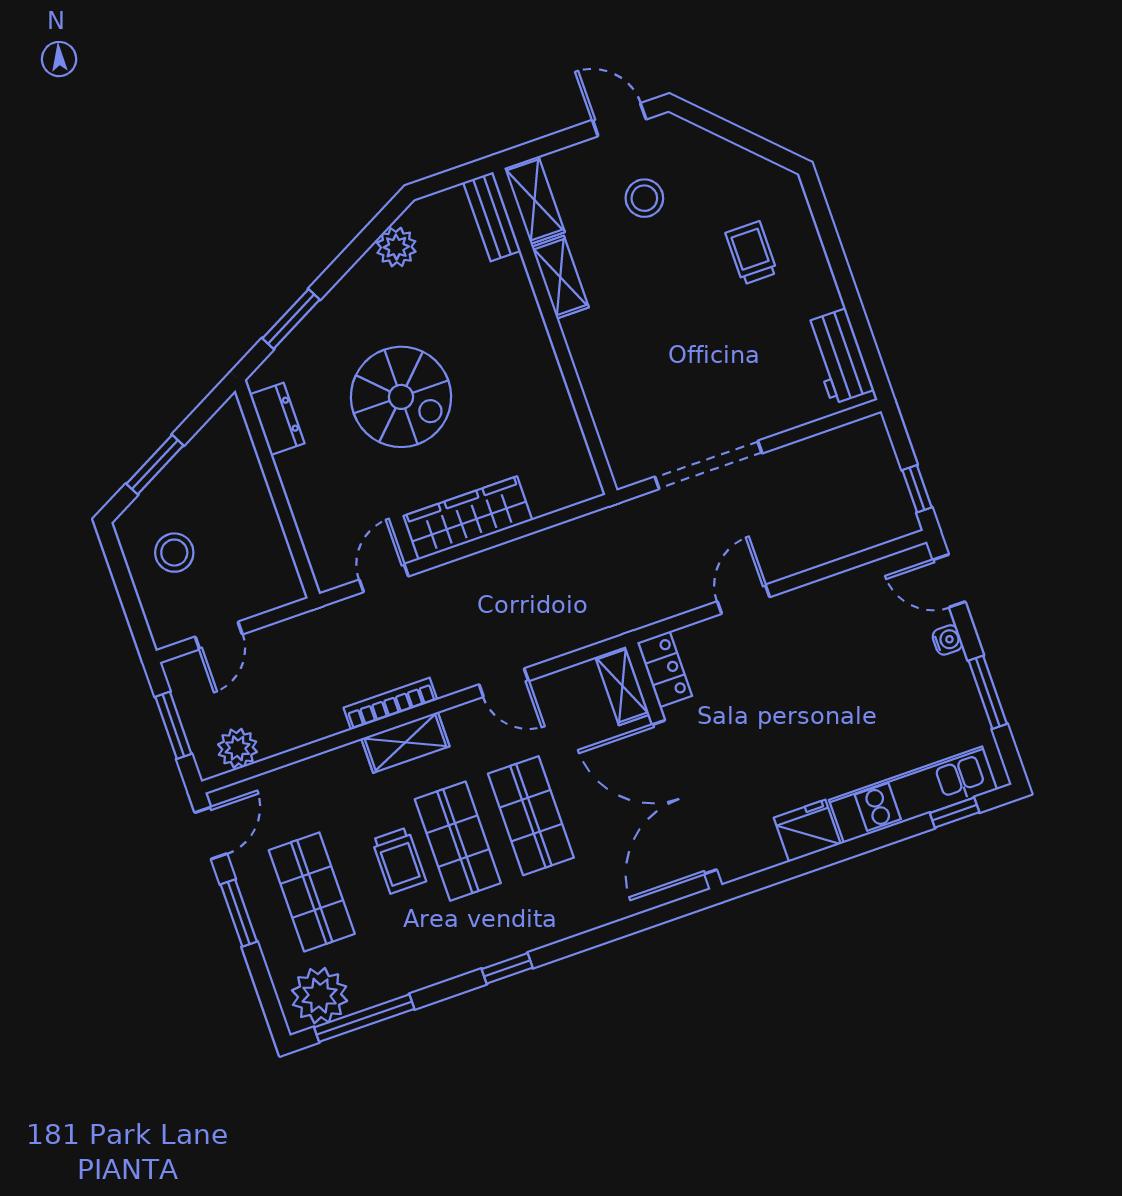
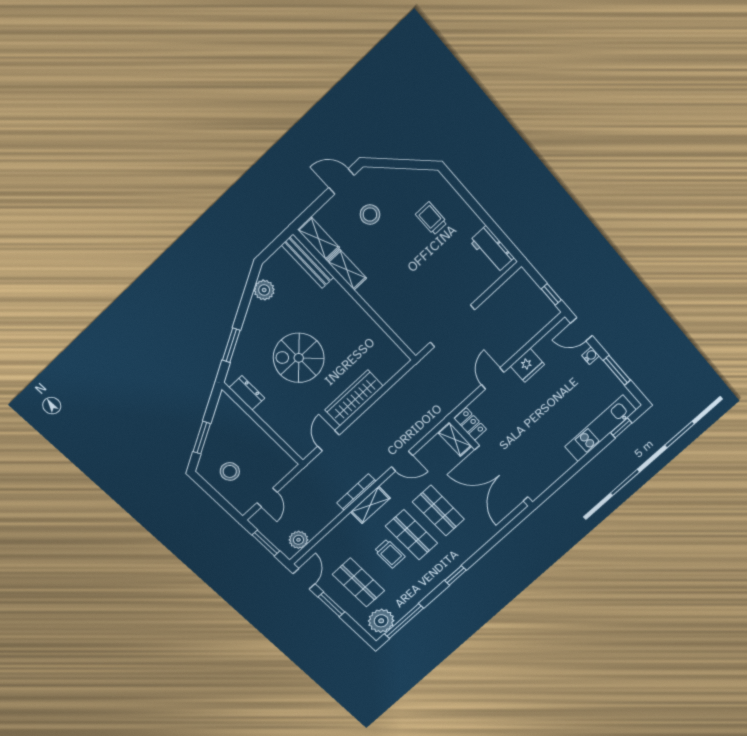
bench: (492, 217) -> (308, 261), width x1.36
spiral stairs: (401, 397) -> (299, 358), turned 180
fridge: (807, 831) -> (527, 365), moved, turned 180

